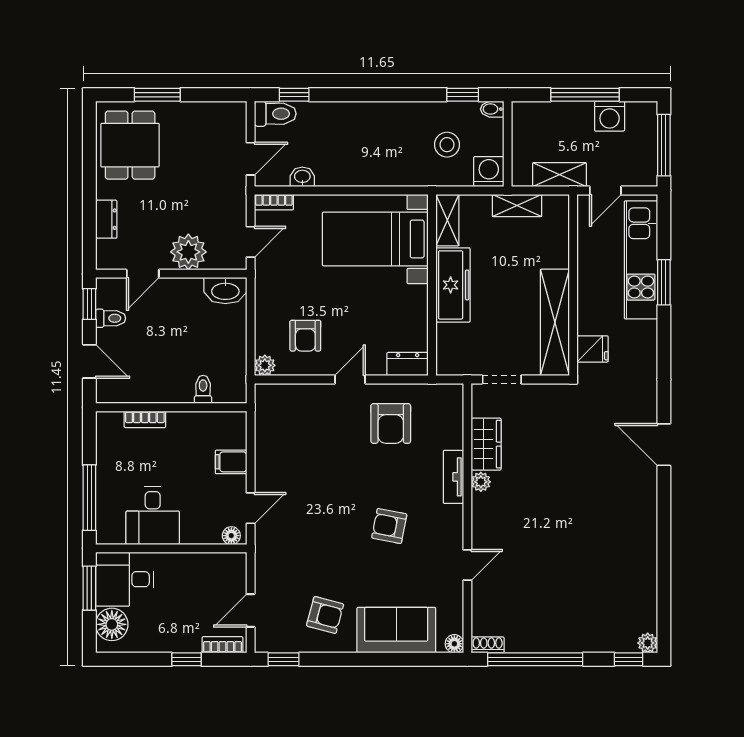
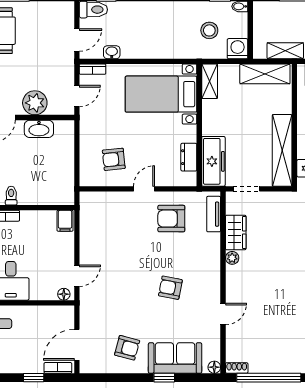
shelving: (517, 205) -> (265, 74), width x1.50, depth x1.33
freezer: (453, 285) -> (213, 161), moved
washbasin: (225, 291) -> (39, 129), moved
armchair: (305, 336) -> (114, 159), turned 84
dresser: (408, 364) -> (189, 157), moved, turned -90
plant: (265, 365) -> (86, 179), removed
toilet: (203, 389) -> (11, 196), moved
armchair: (391, 423) -> (171, 219), turned 90
filing cabinet: (231, 462) -> (65, 221), moved, turned -90
tv unit: (453, 477) -> (214, 214), moved
door: (251, 611) -> (77, 345), width x1.38
window: (283, 659) -> (164, 378), moved

